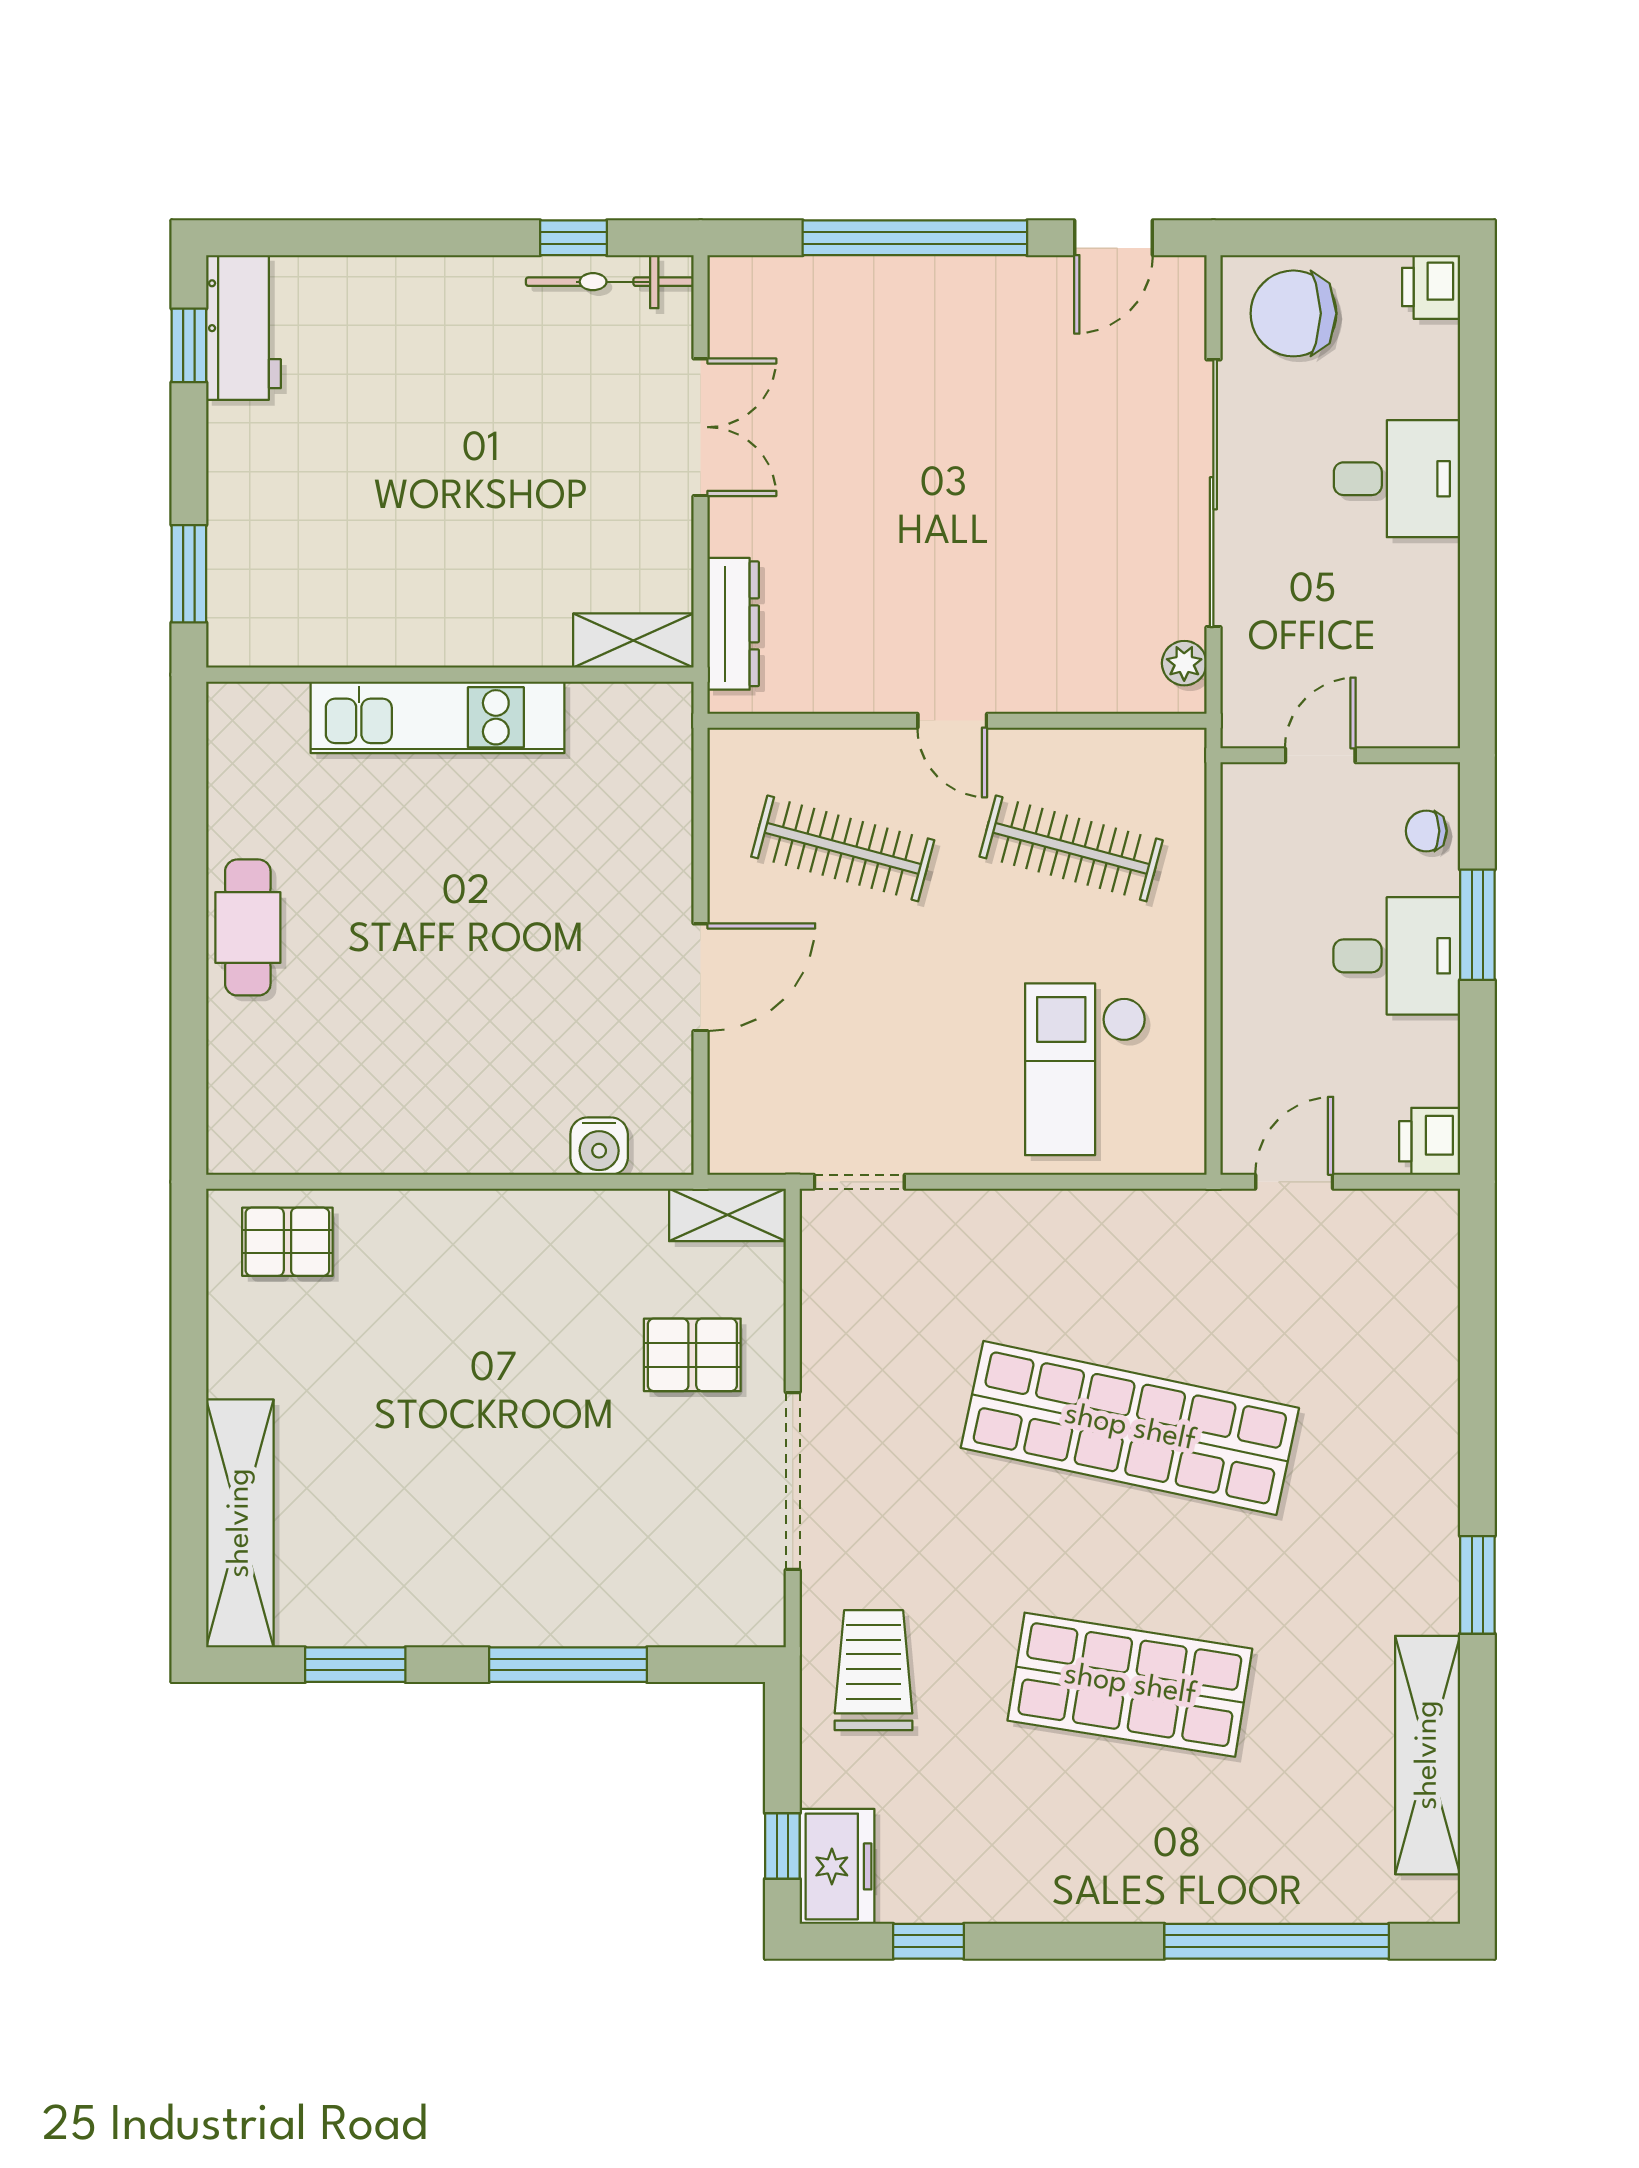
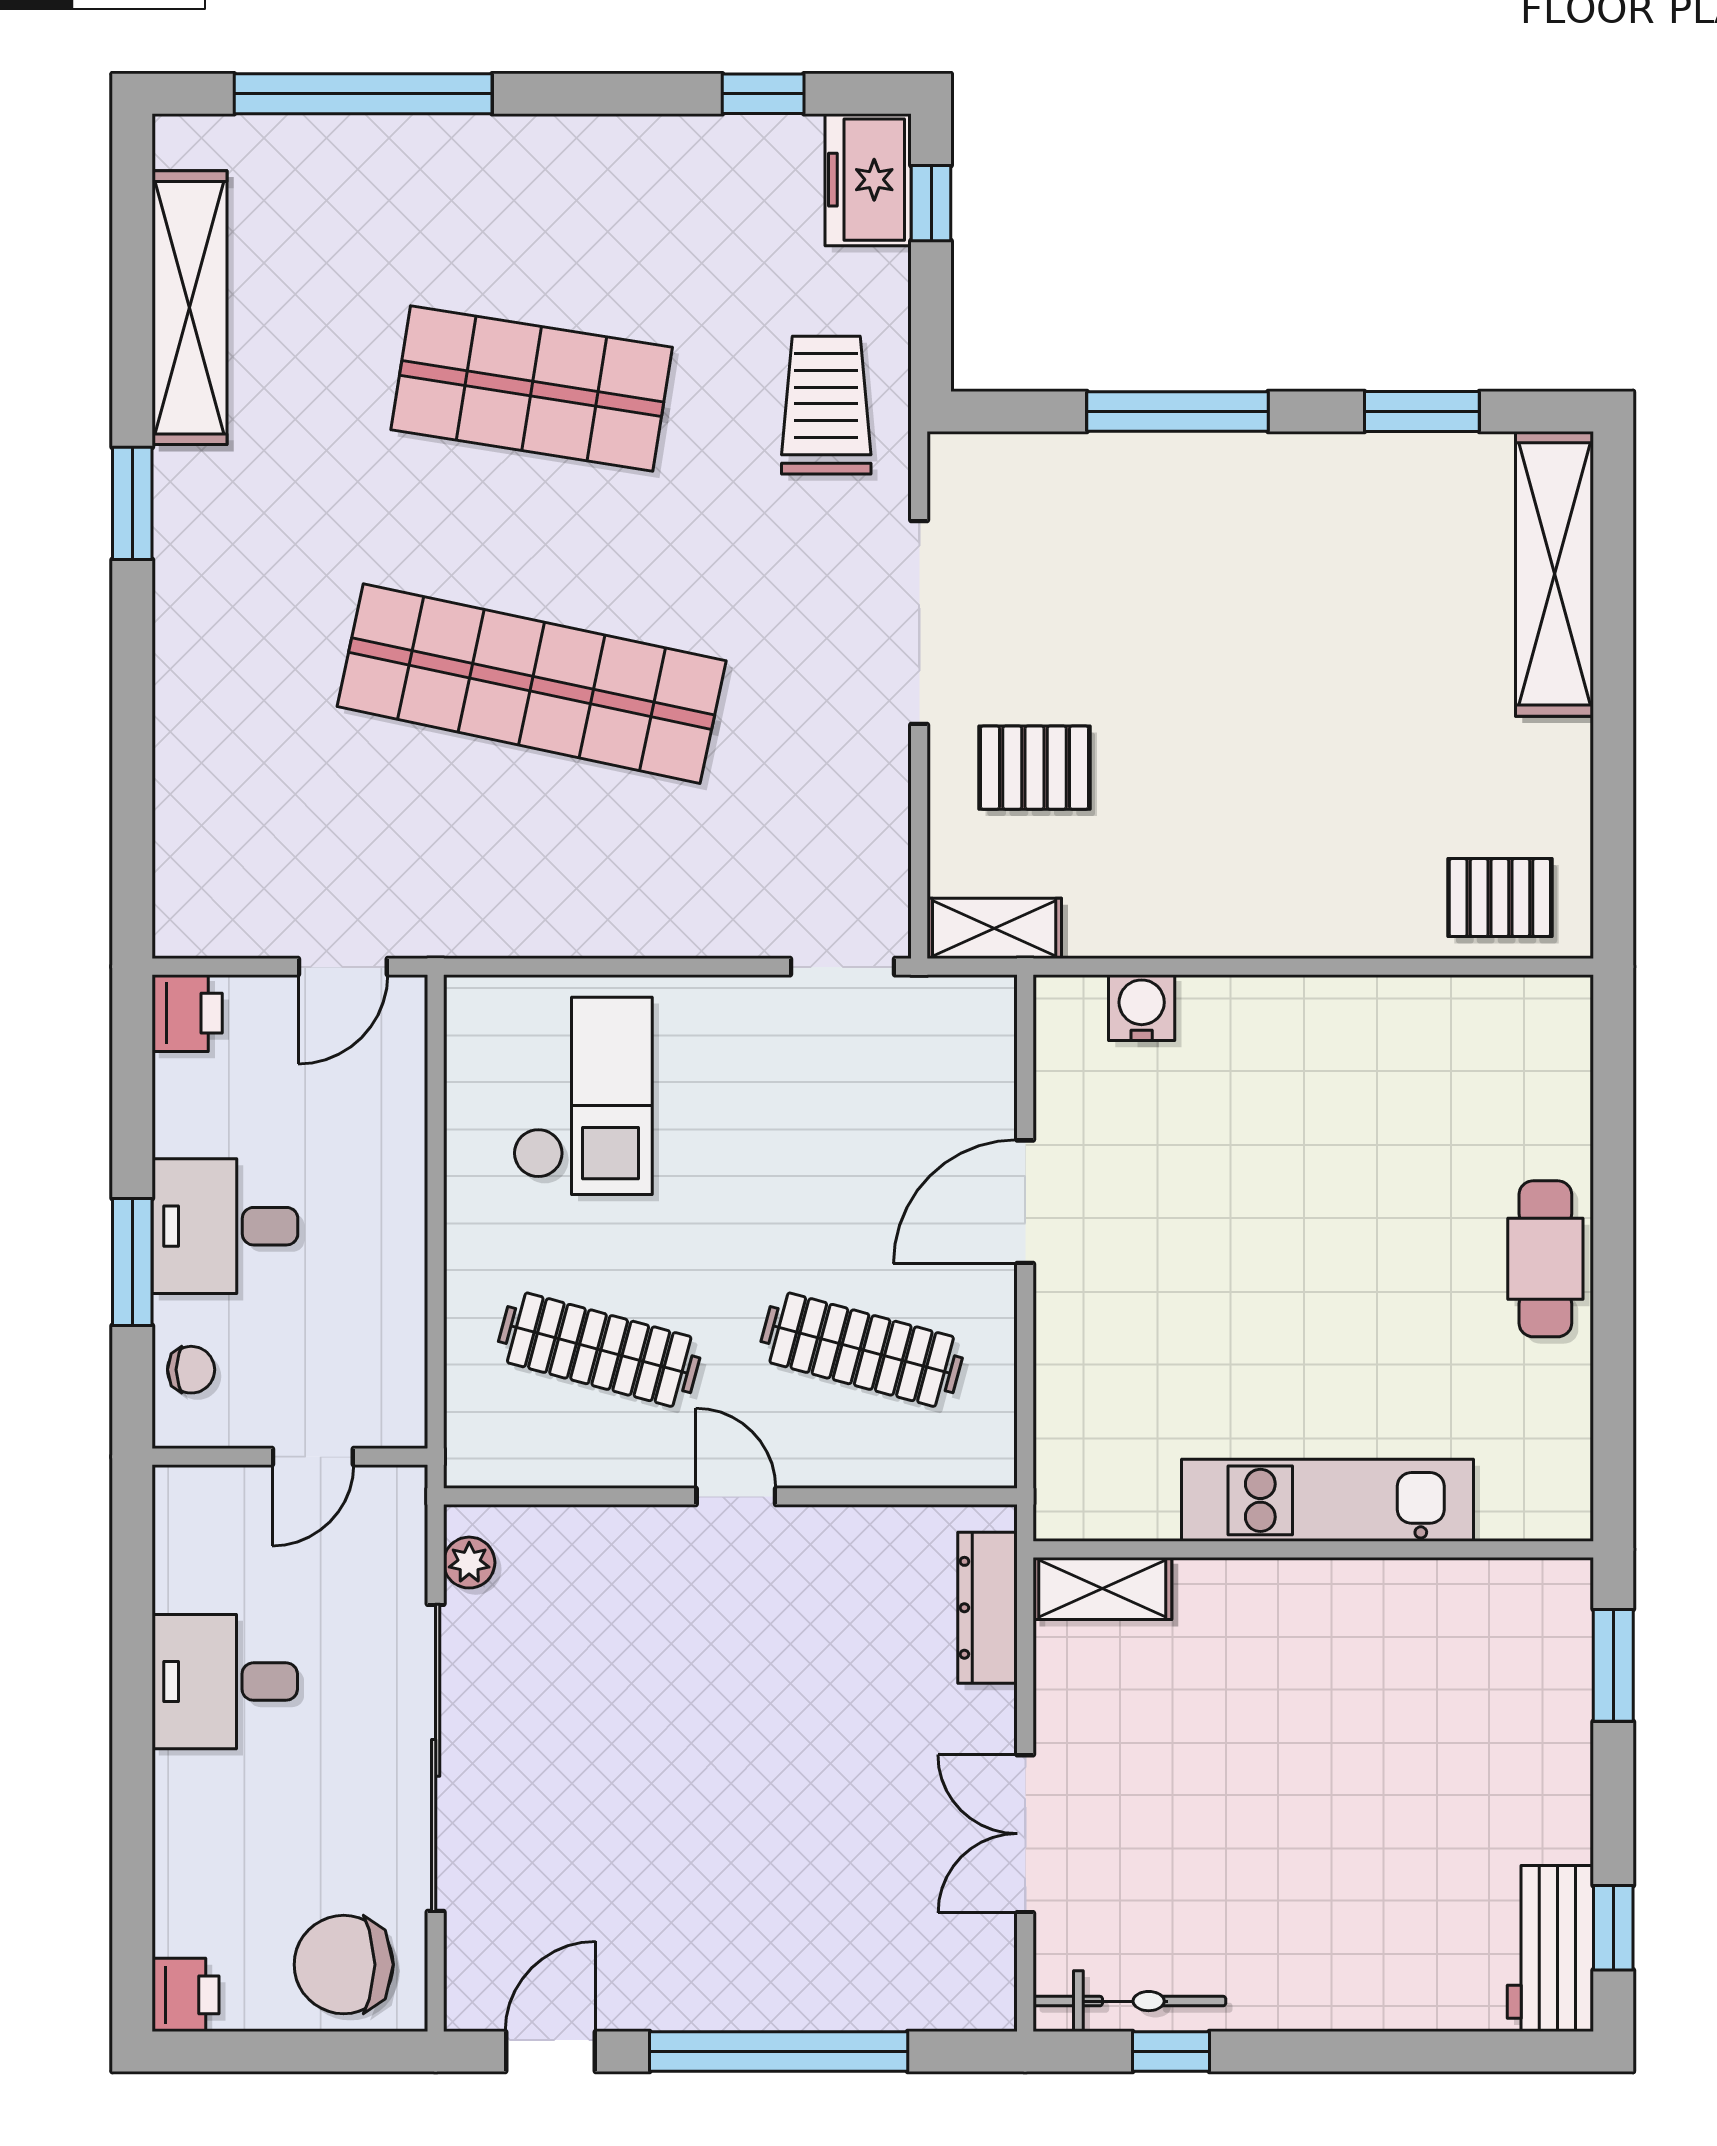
chair: (1293, 313) -> (344, 1965), turned 180
desk: (1397, 479) -> (225, 1682), moved
trolley: (874, 1670) -> (826, 405), turned 180

